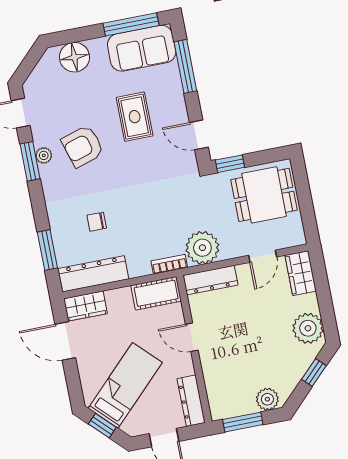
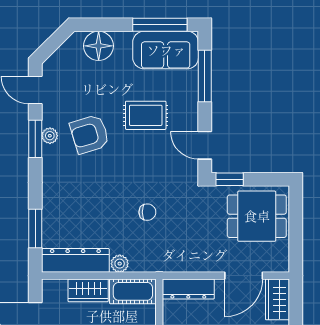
rug: (135, 117) -> (146, 115), turned 90
chair: (97, 222) -> (147, 212), moved, turned 180
plant: (202, 248) -> (120, 264), moved, width x0.53, depth x0.53
door: (263, 256) -> (244, 276), width x1.38
bookcase: (169, 264) -> (151, 266), removed
wardrobe: (85, 306) -> (88, 290), moved

